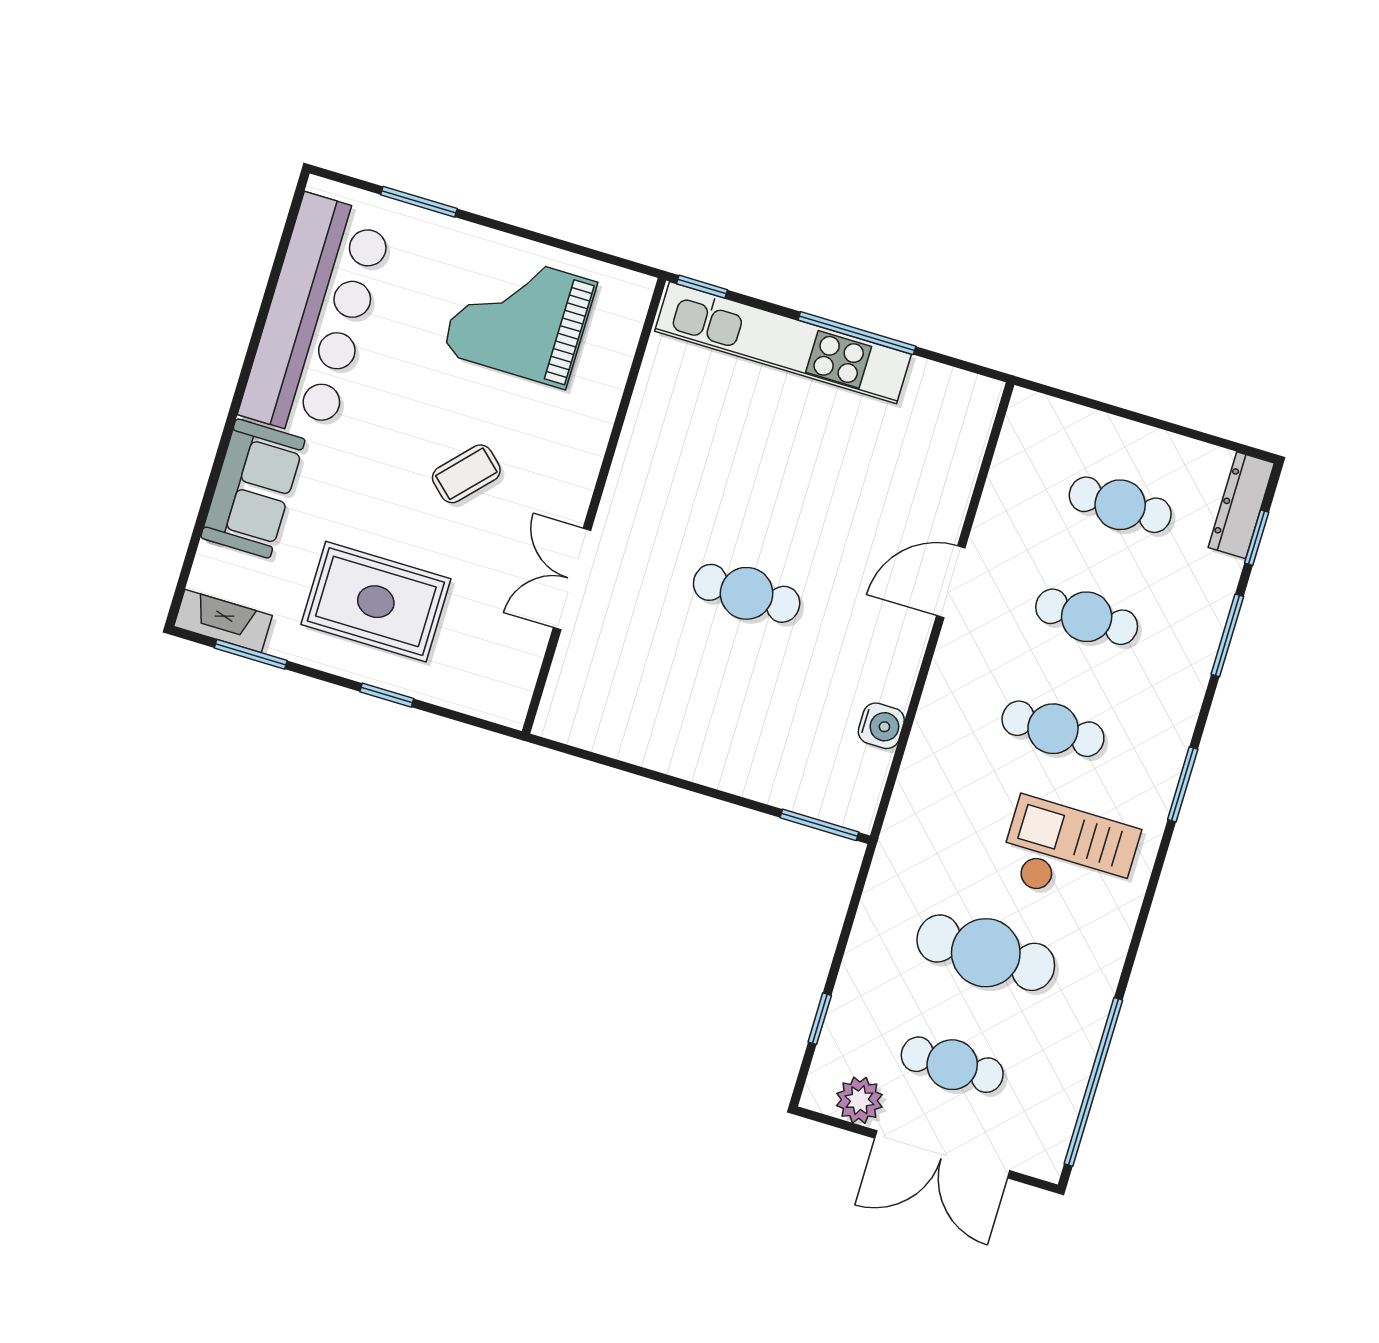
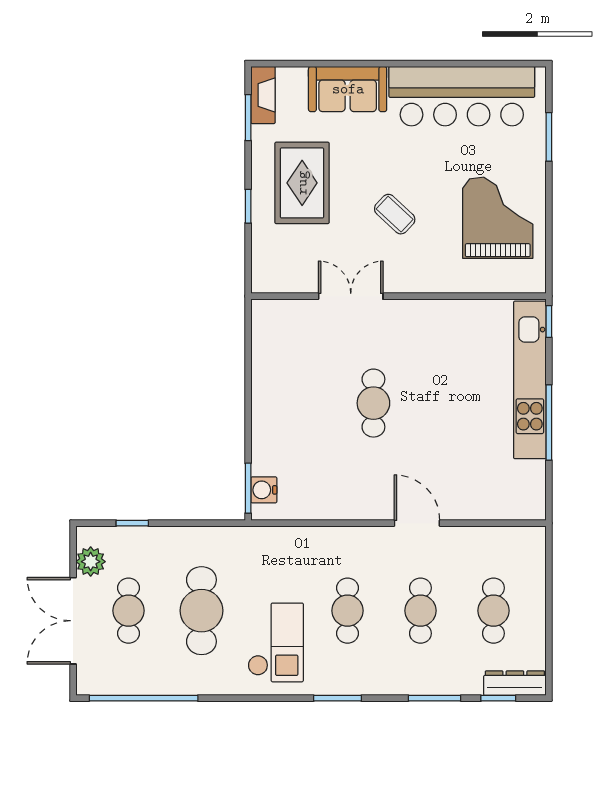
water cooler: (881, 726) -> (264, 490), moved, turned 90

